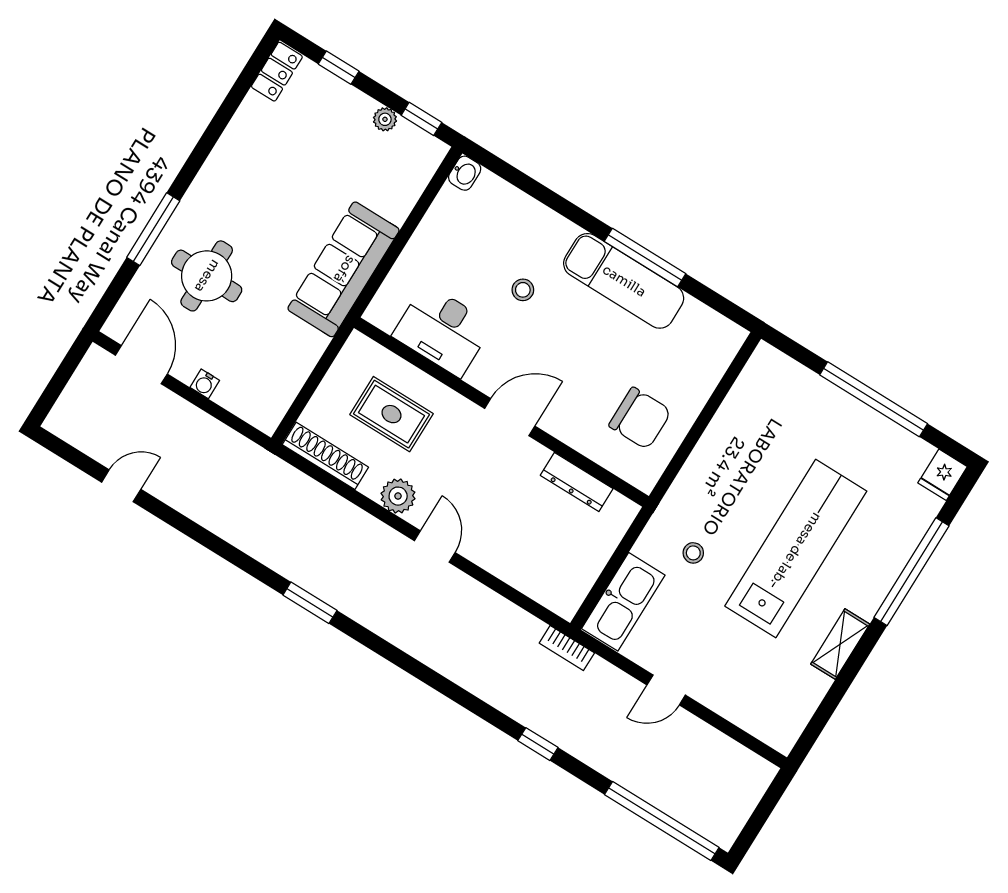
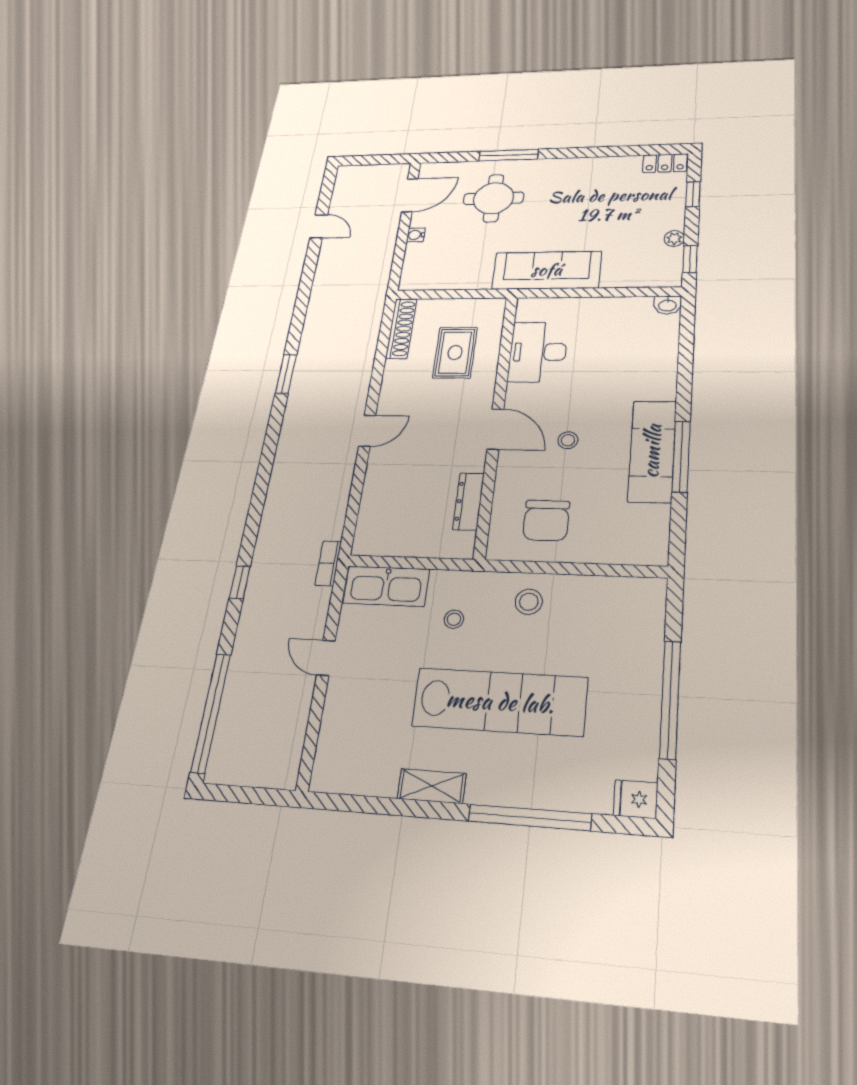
stool: (523, 290) -> (568, 440), moved
stool: (714, 476) -> (529, 602), added
plant: (398, 496) -> (394, 388), removed

